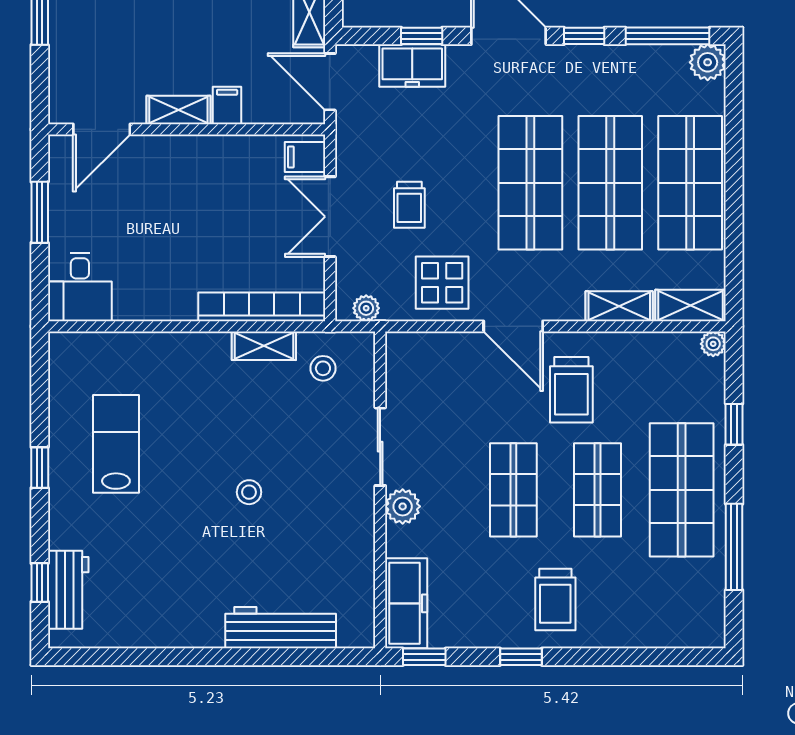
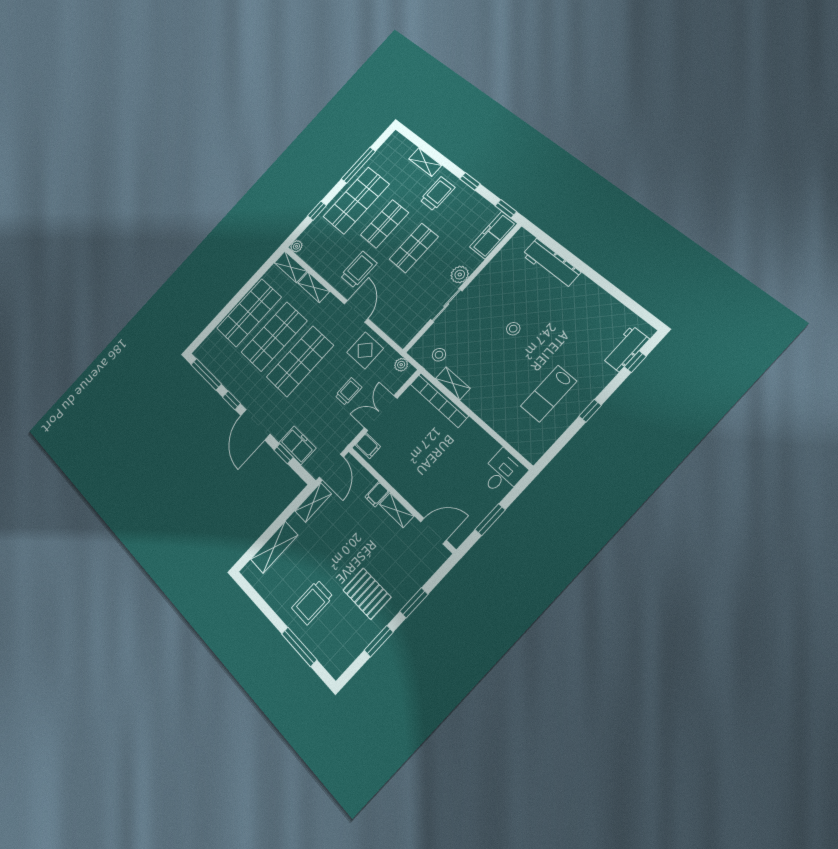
plant: (708, 62) -> (203, 352), removed
double door: (330, 217) -> (381, 413), swing flipped
shelving: (624, 634) -> (425, 162), added

